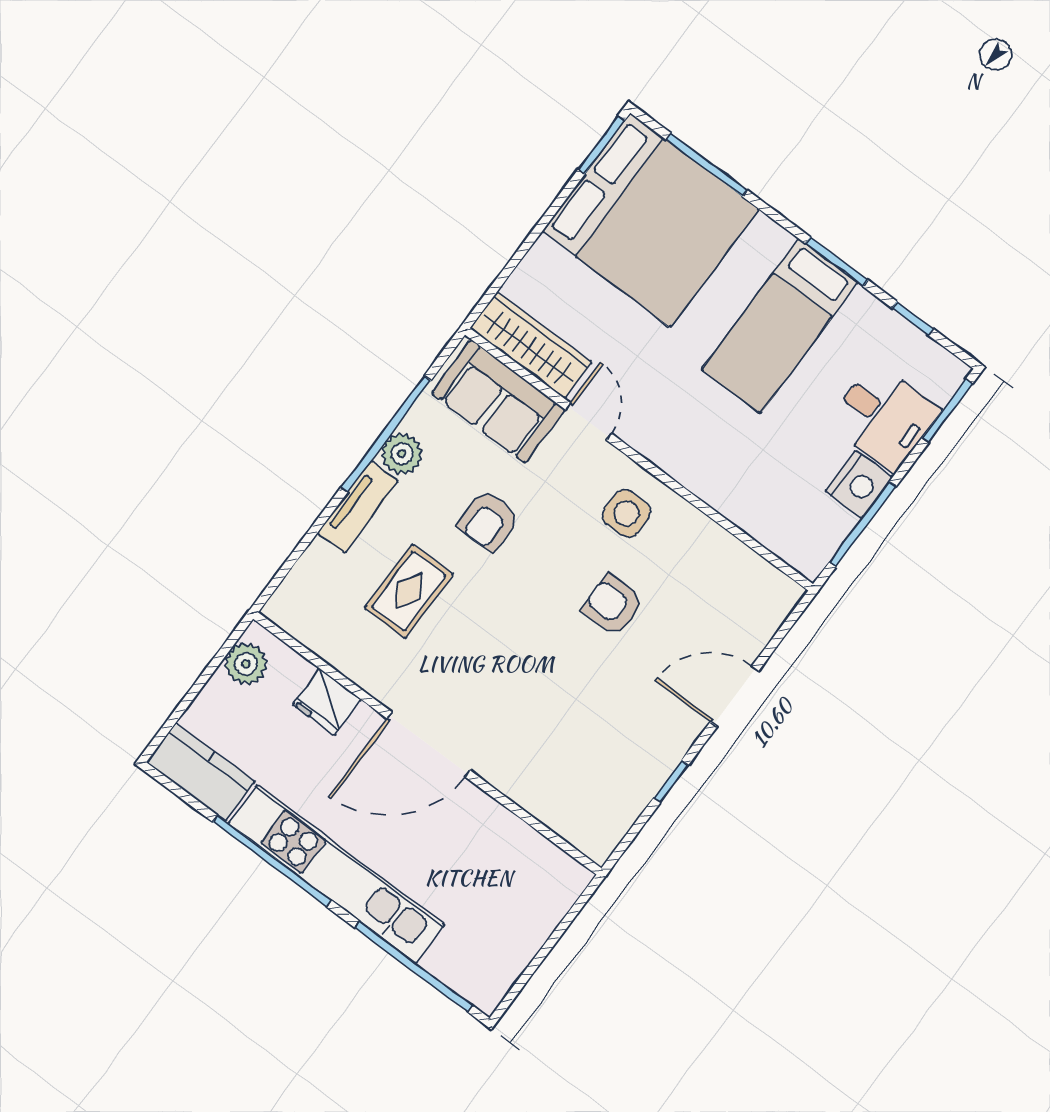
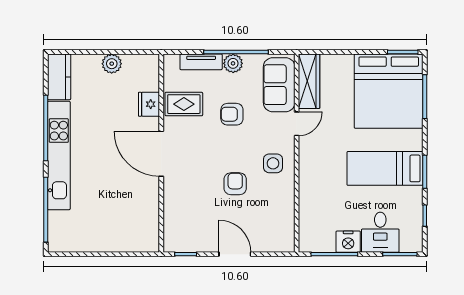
fridge: (327, 702) -> (149, 104), moved
wall: (427, 743) -> (161, 153), moved
door: (429, 744) -> (161, 154), moved

